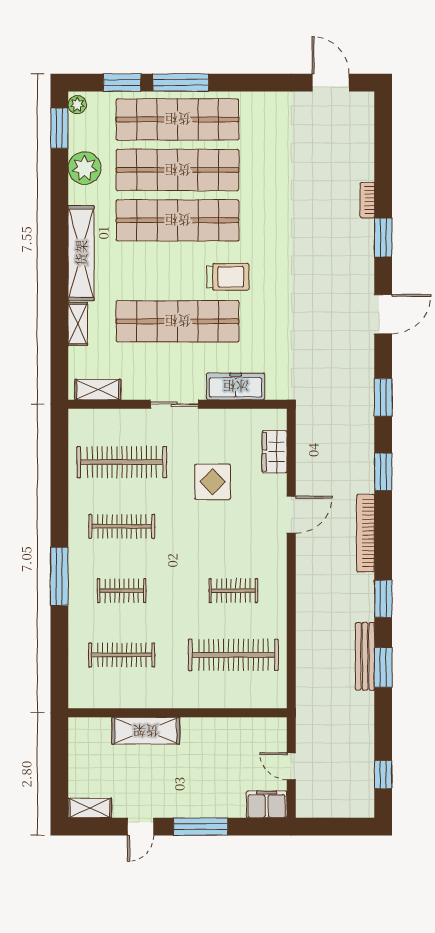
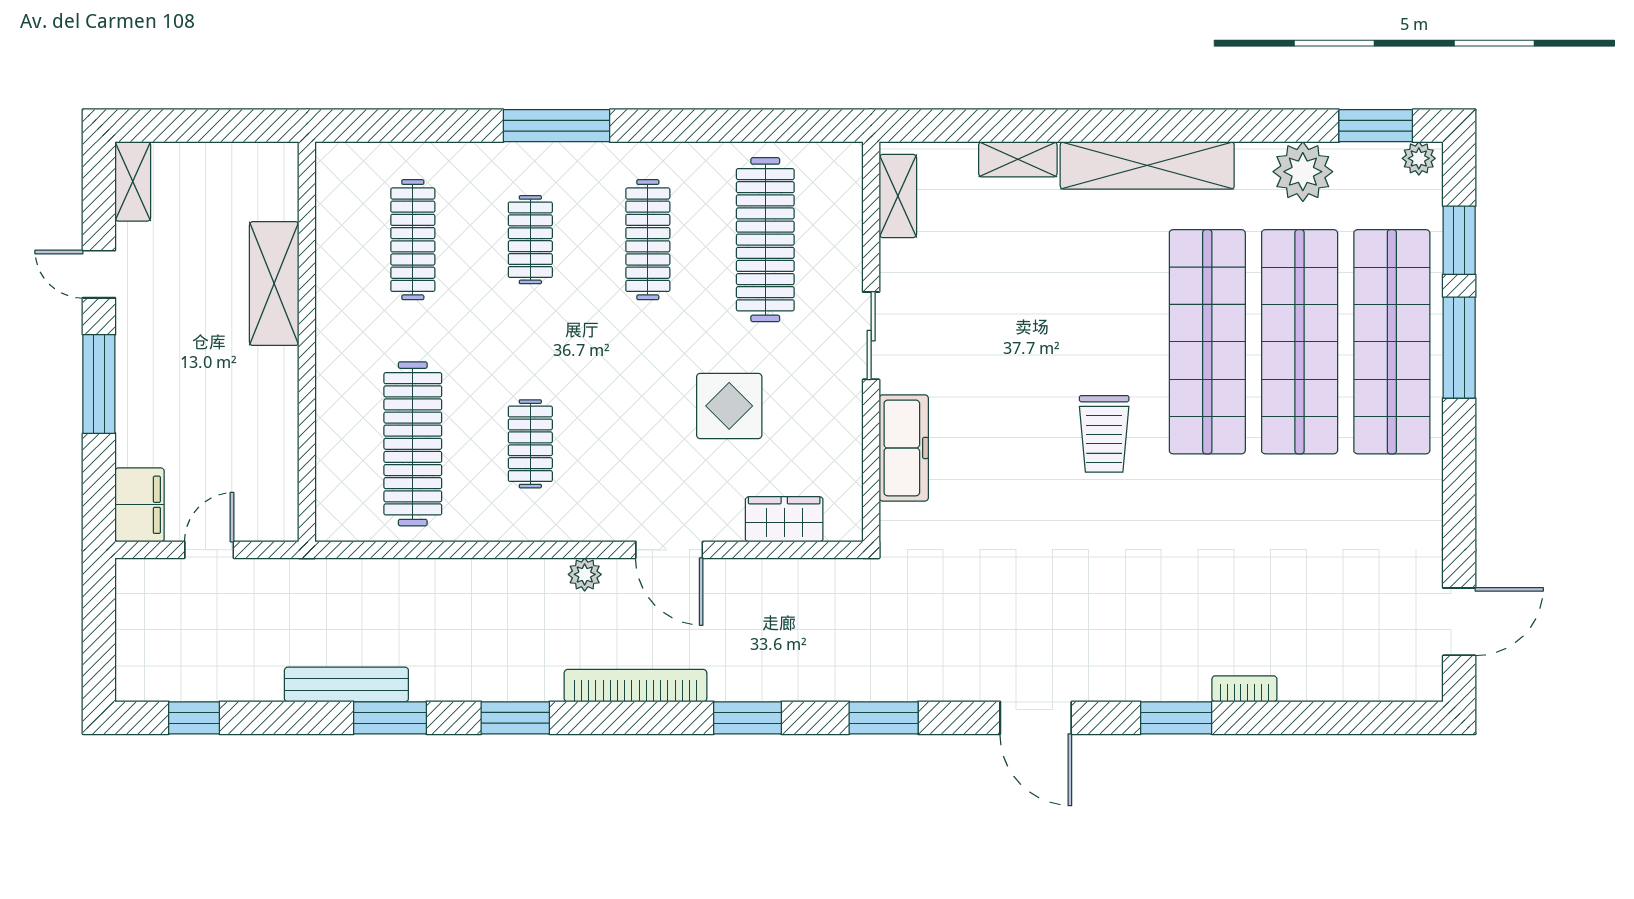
shop shelf: (178, 321) -> (1023, 342), removed
plant: (305, 561) -> (585, 574), added
bench: (365, 656) -> (346, 684), moved

